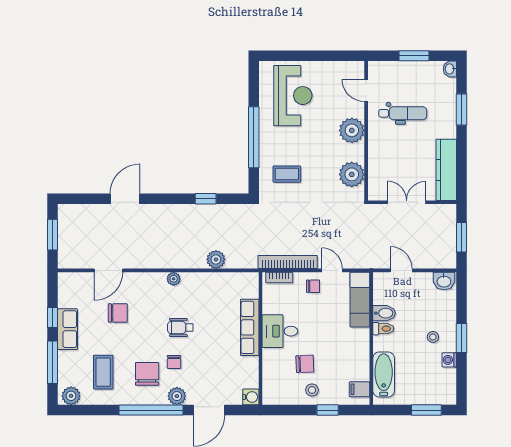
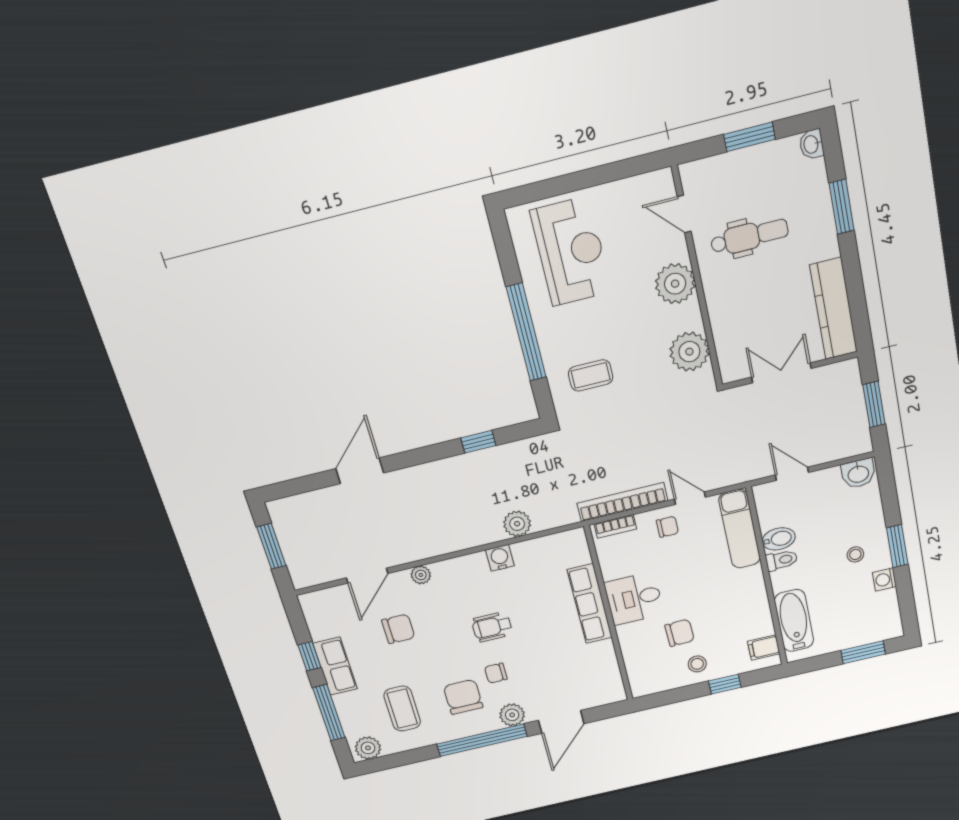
plant: (174, 279) -> (421, 575), moved
chair: (174, 362) -> (496, 673), turned 90
water cooler: (251, 397) -> (500, 558), moved, turned -90

